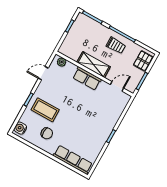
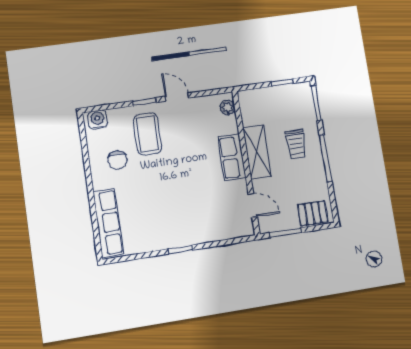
trolley: (116, 45) -> (296, 144), moved
door: (43, 73) -> (177, 97), moved

